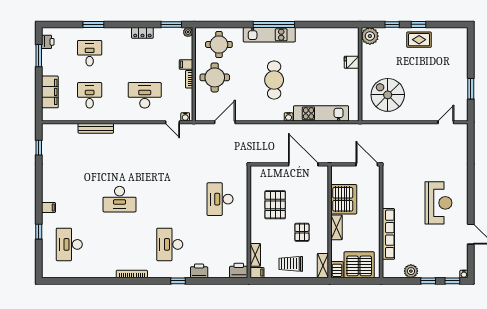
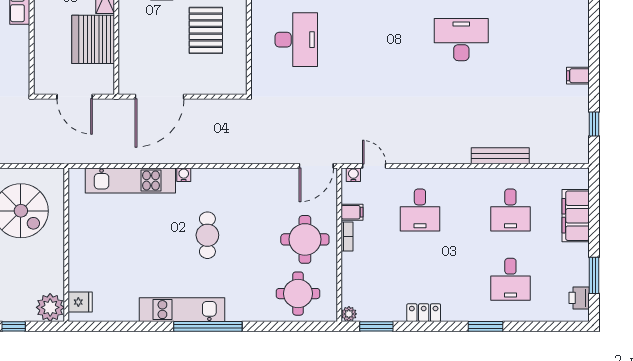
window: (93, 24) -> (485, 326), moved
kitchen unit: (269, 35) -> (182, 310), moved
fridge: (352, 62) -> (80, 302), moved
filing cabinet: (186, 64) -> (352, 212), moved
cafe table: (274, 80) -> (207, 235), width x0.73, depth x0.74
desk: (145, 95) -> (420, 210), width x0.73
door: (225, 122) -> (316, 166), moved
door: (303, 164) -> (160, 97), hinge flipped
door: (367, 164) -> (75, 97), moved
filing cabinet: (48, 207) -> (578, 76), moved

